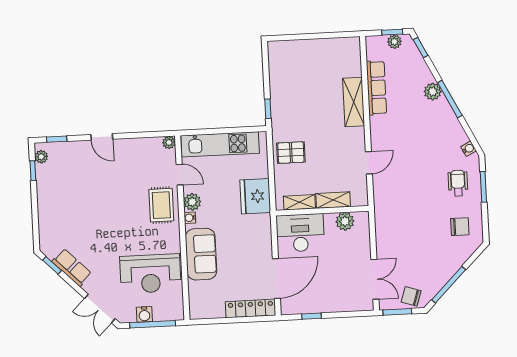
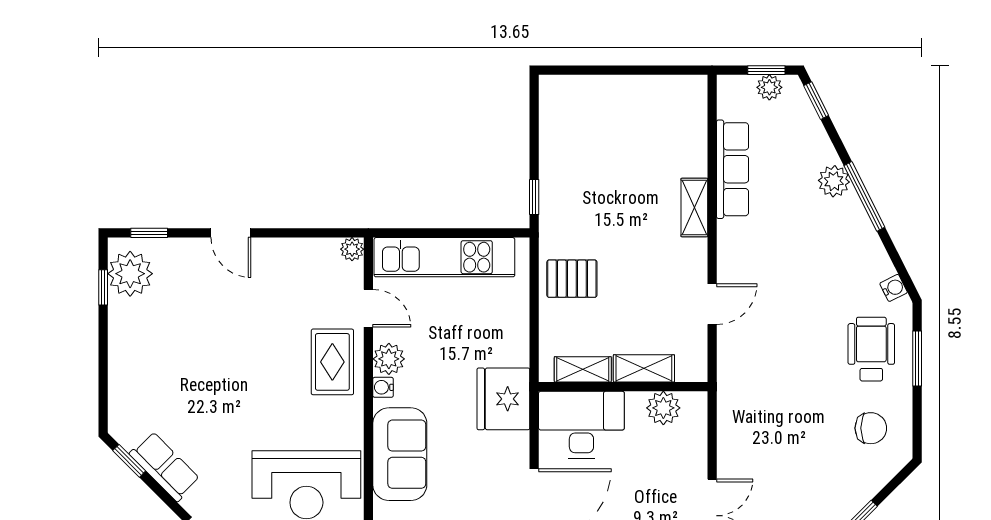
shelving: (354, 102) -> (694, 207), width x0.67, depth x0.75
plant: (41, 157) -> (130, 274), width x1.88, depth x1.88
wheelchair: (458, 183) -> (871, 349), width x1.36, depth x1.37
fridge: (255, 196) -> (503, 399), moved

